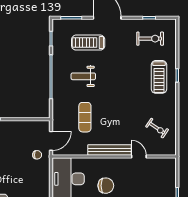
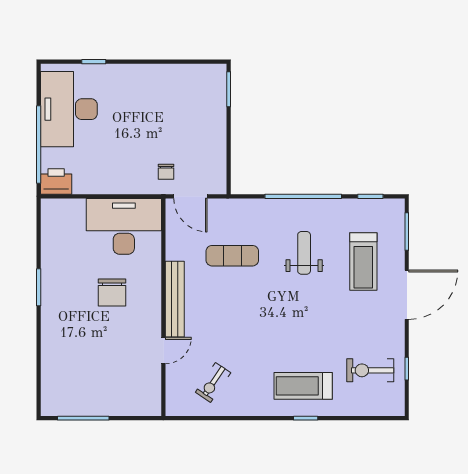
exercise bike: (150, 39) -> (370, 370), turned 90
treadmill: (88, 43) -> (363, 261), turned 180

